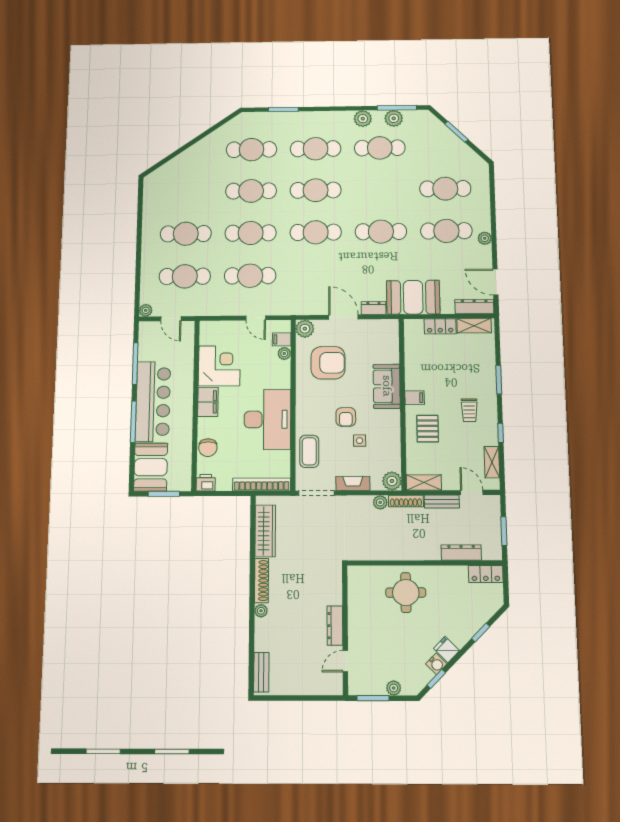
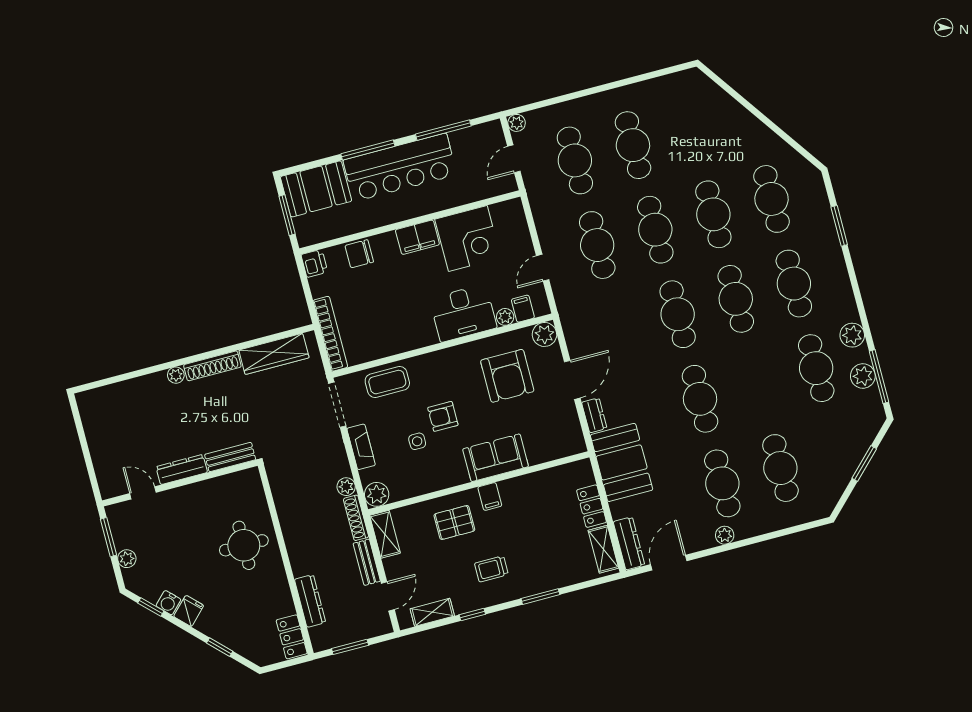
desk: (267, 419) -> (463, 313), moved, width x0.73, depth x0.77
bench: (261, 672) -> (230, 457), moved

